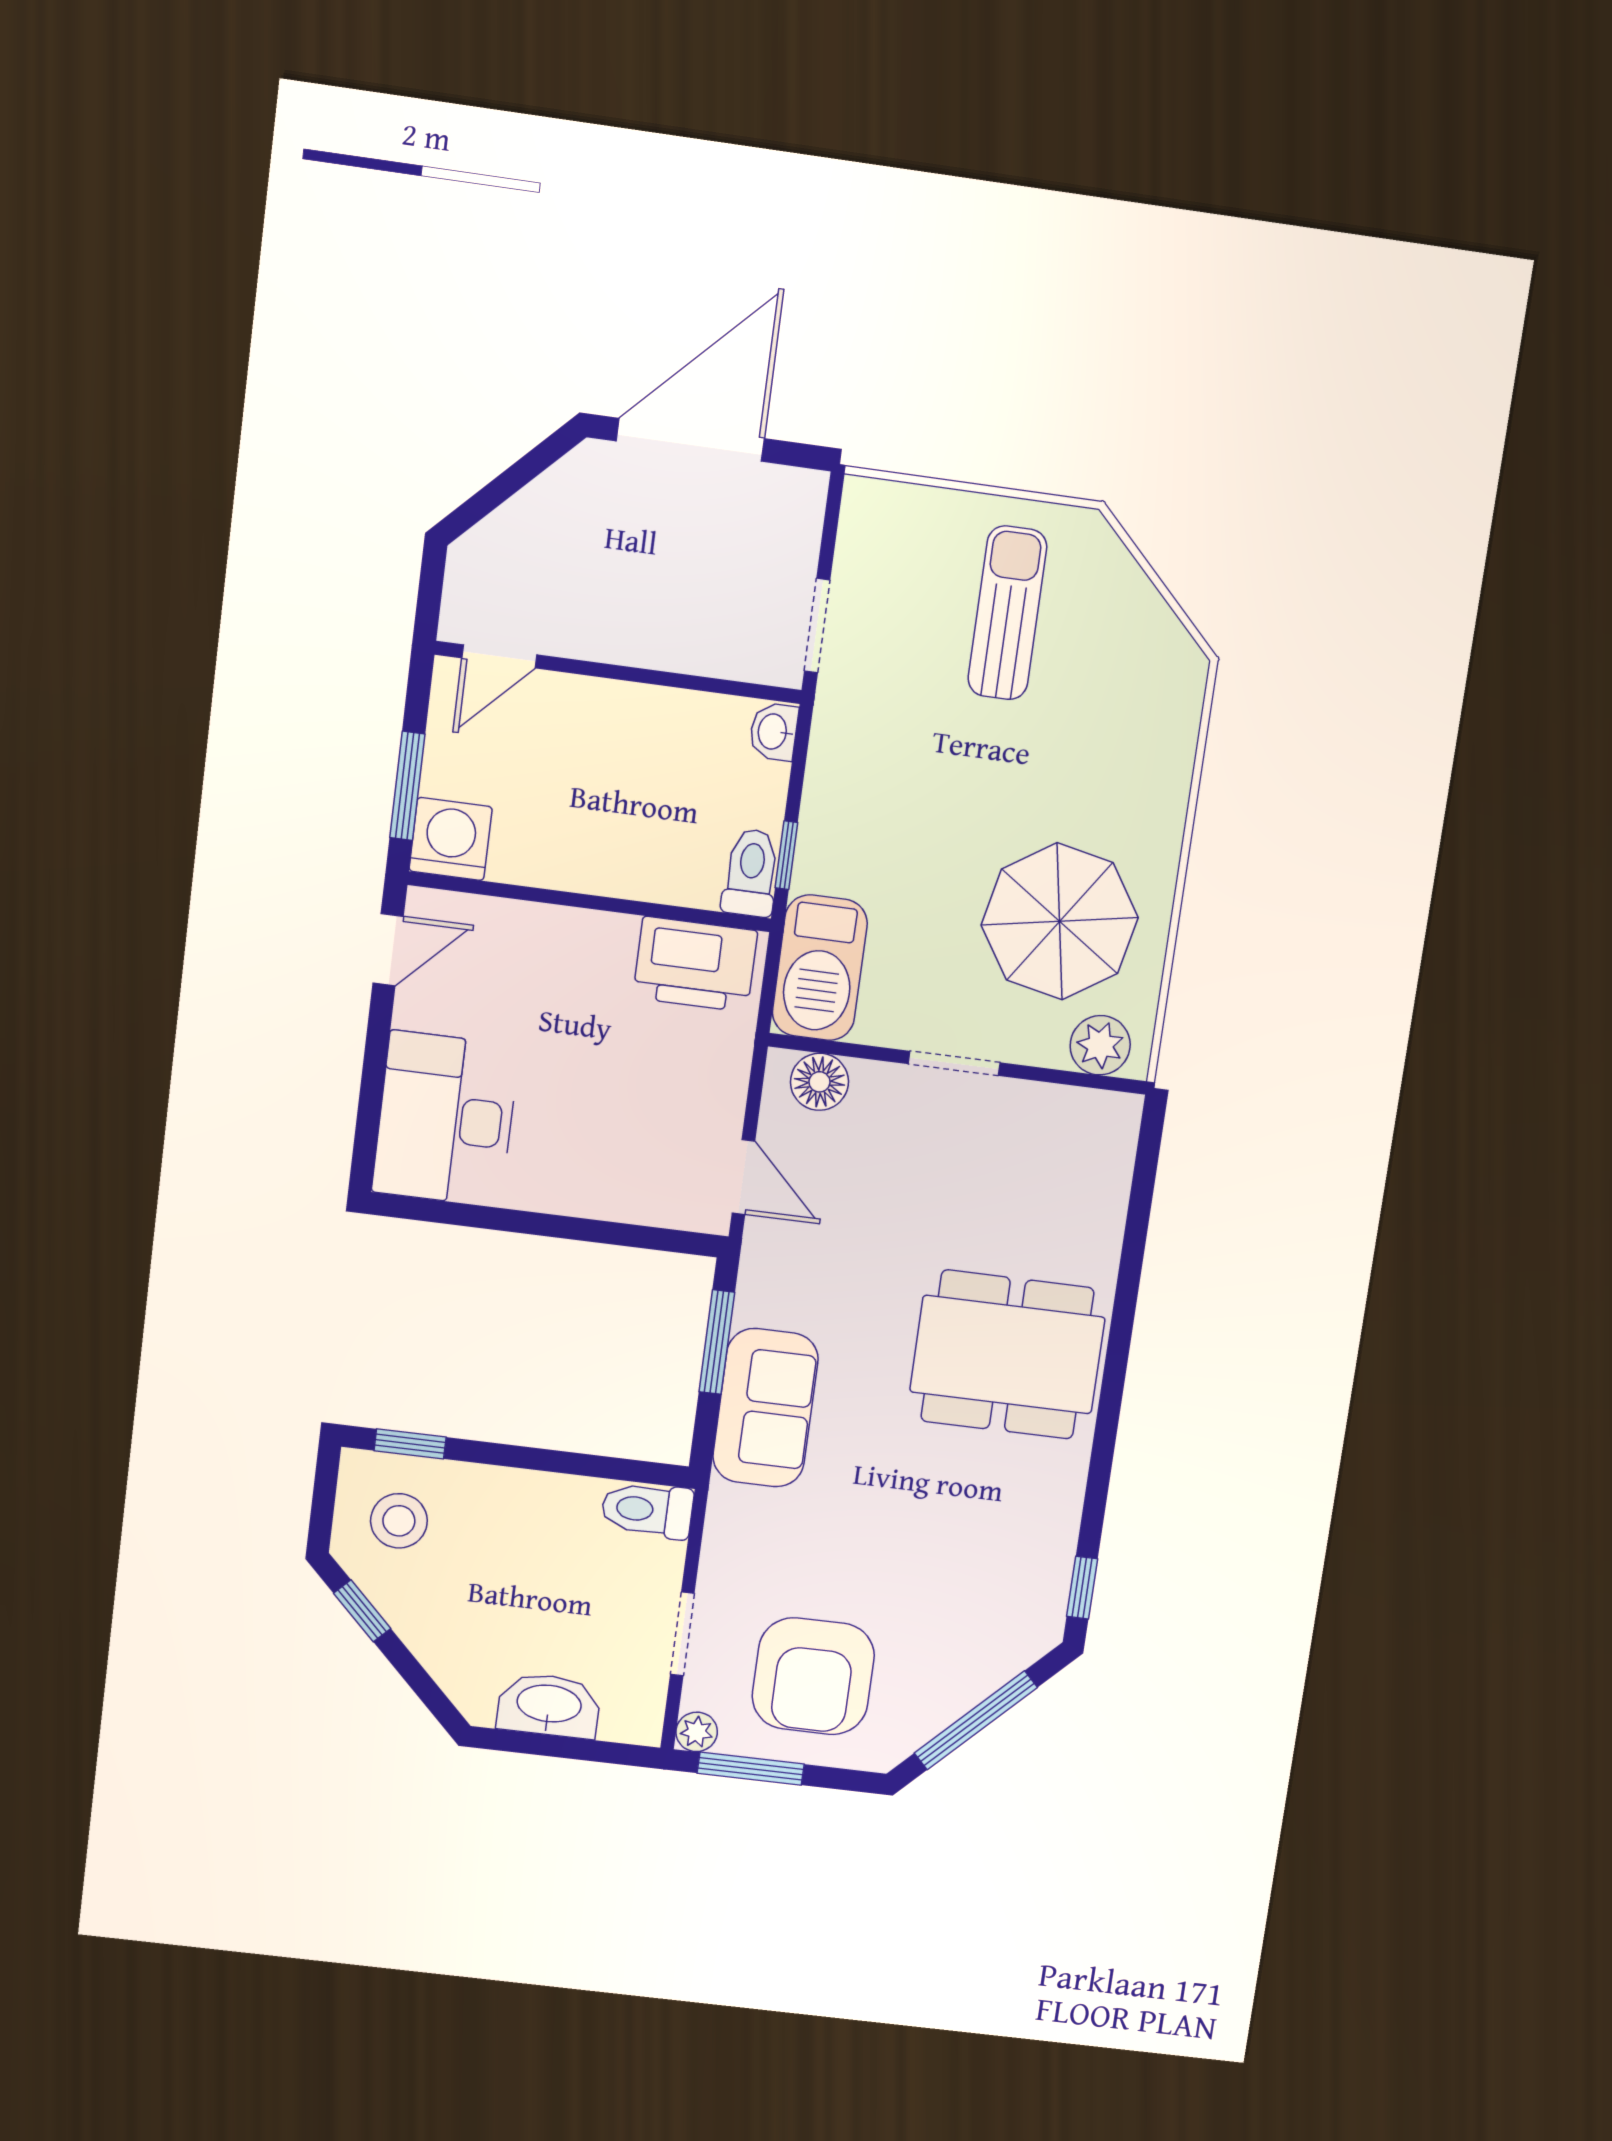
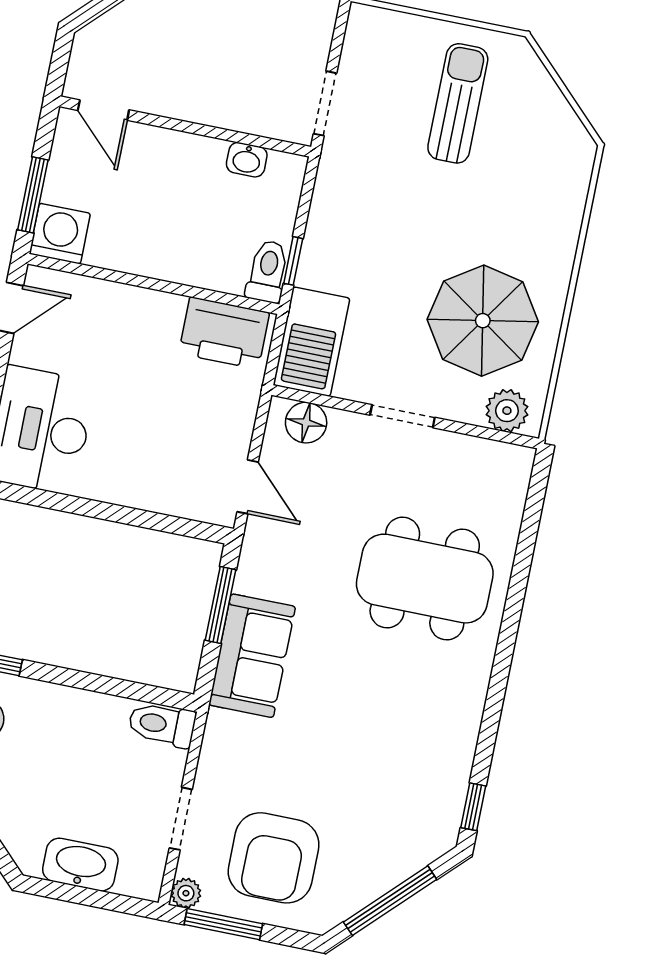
door: (499, 656) -> (103, 110), hinge flipped
washbasin: (774, 732) -> (247, 160), moved, turned -90
dining table: (1007, 1355) -> (425, 579), moved

